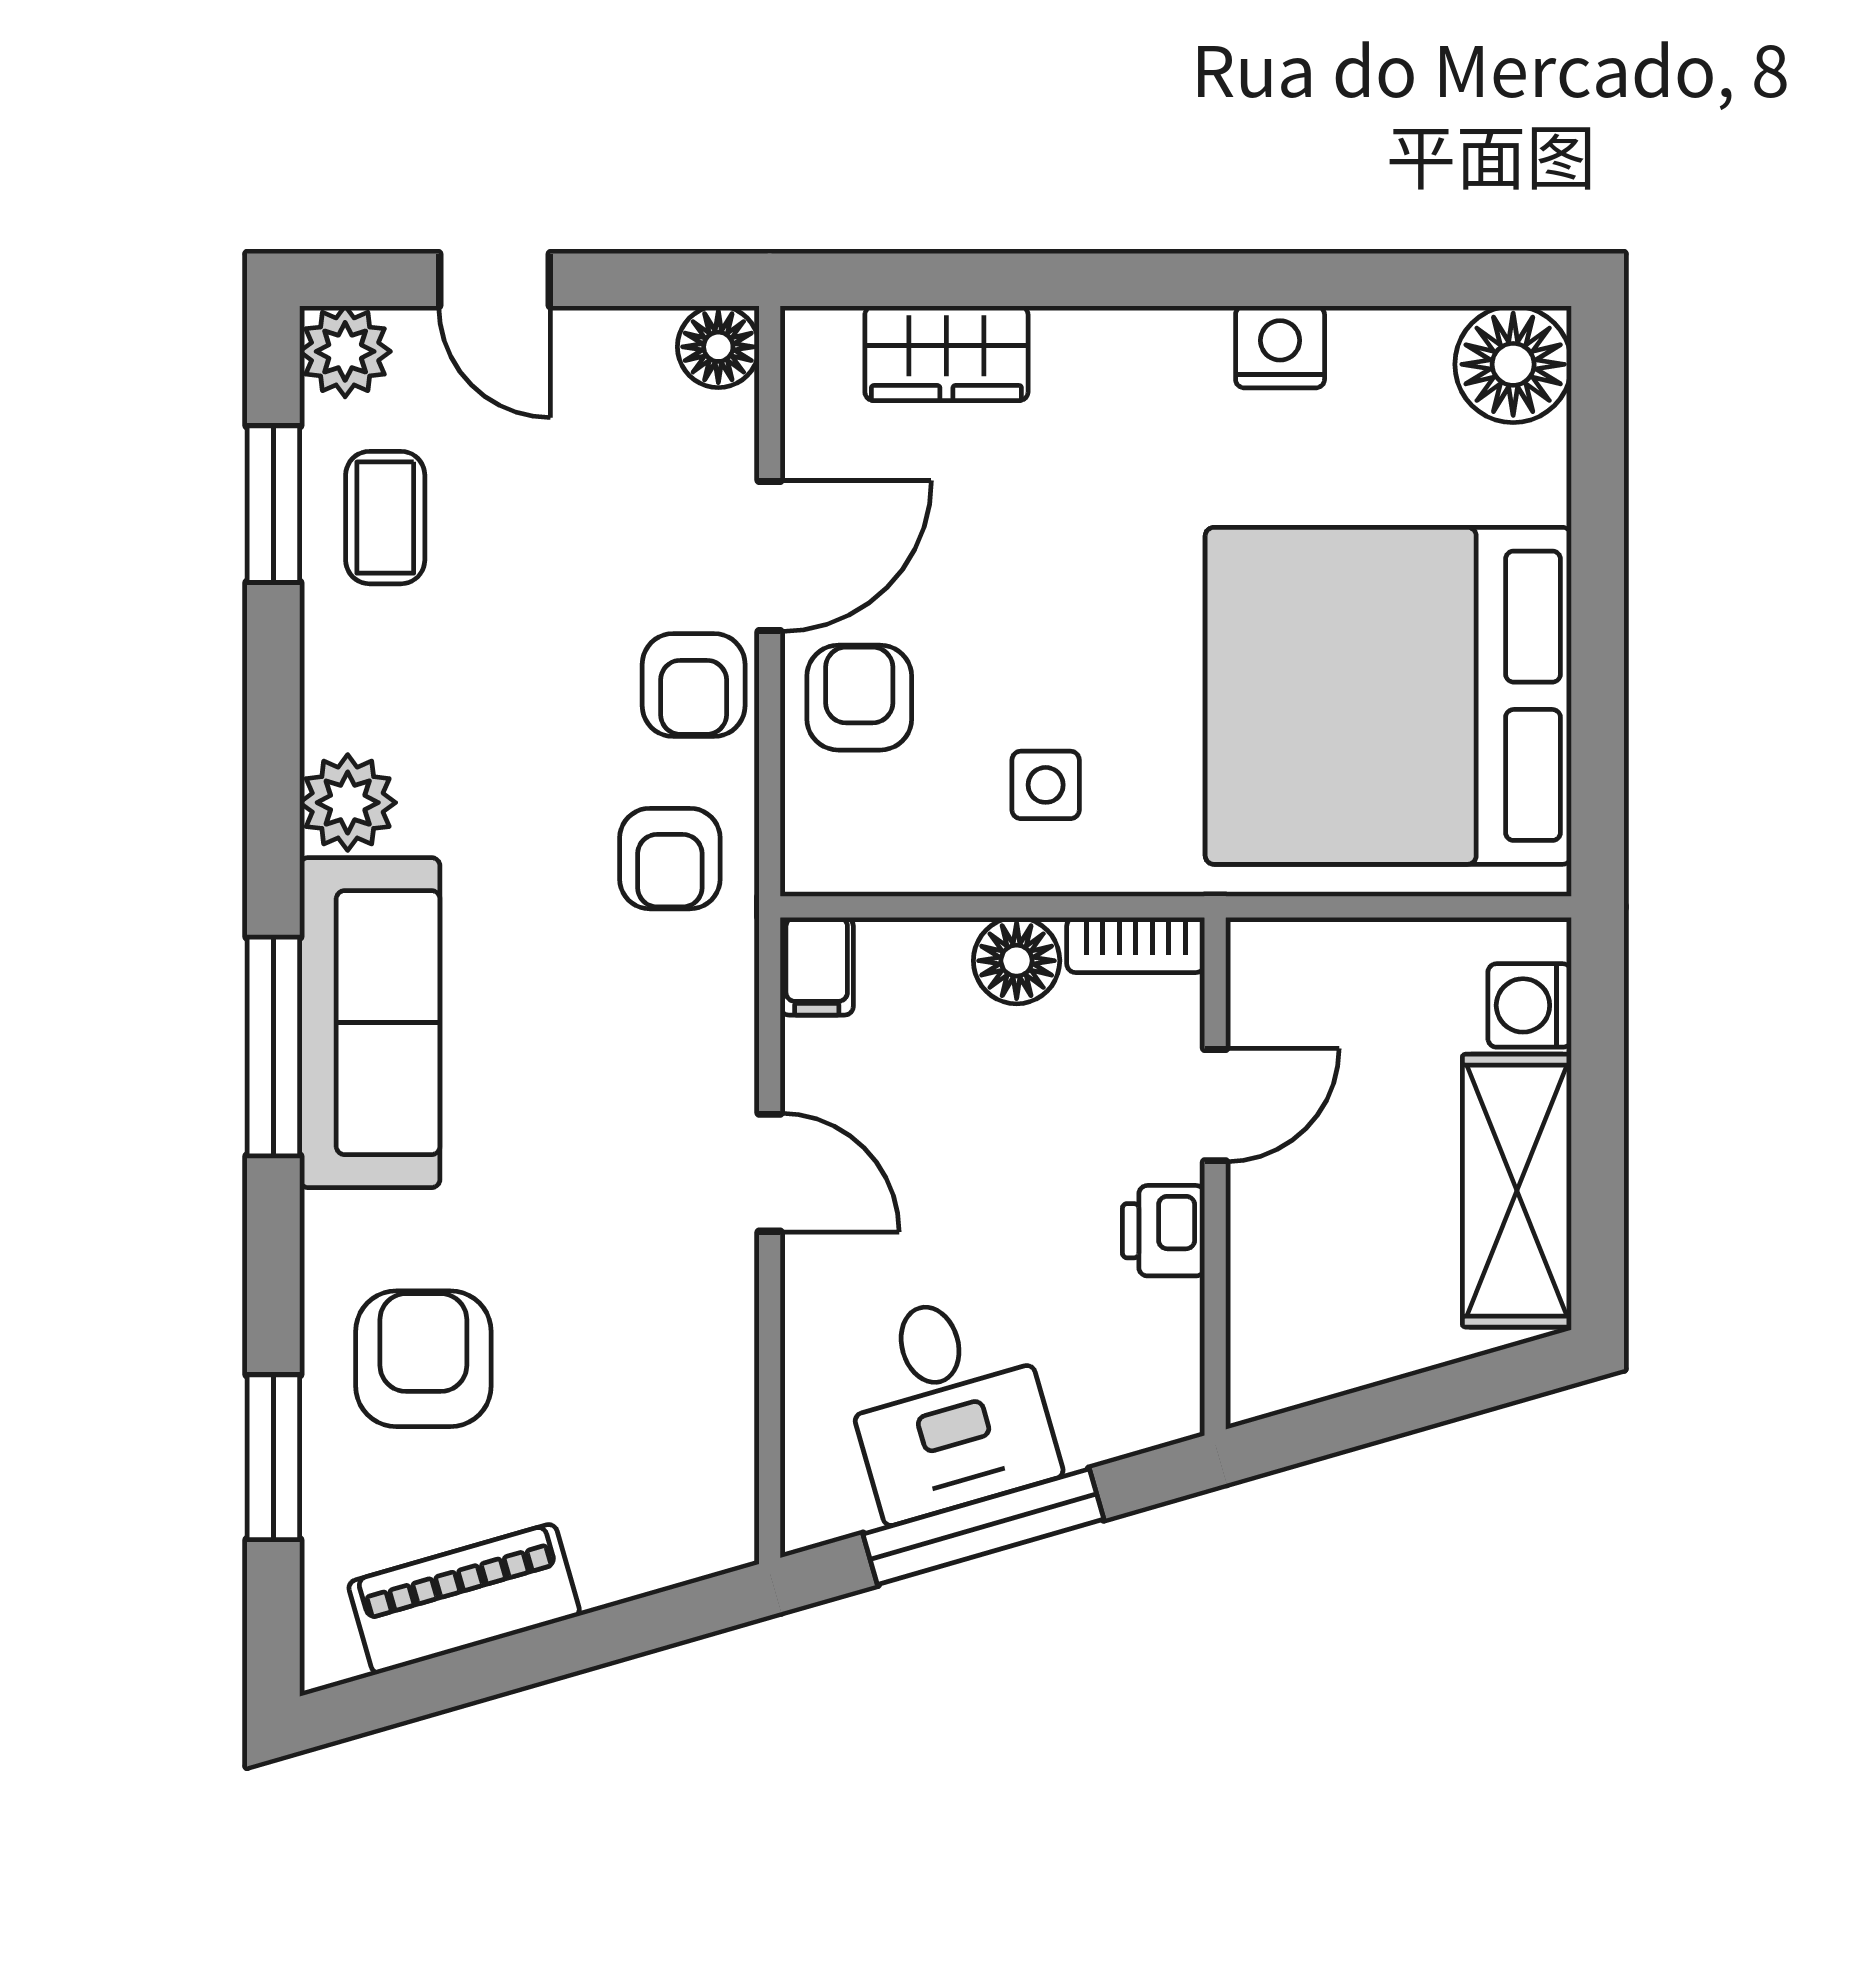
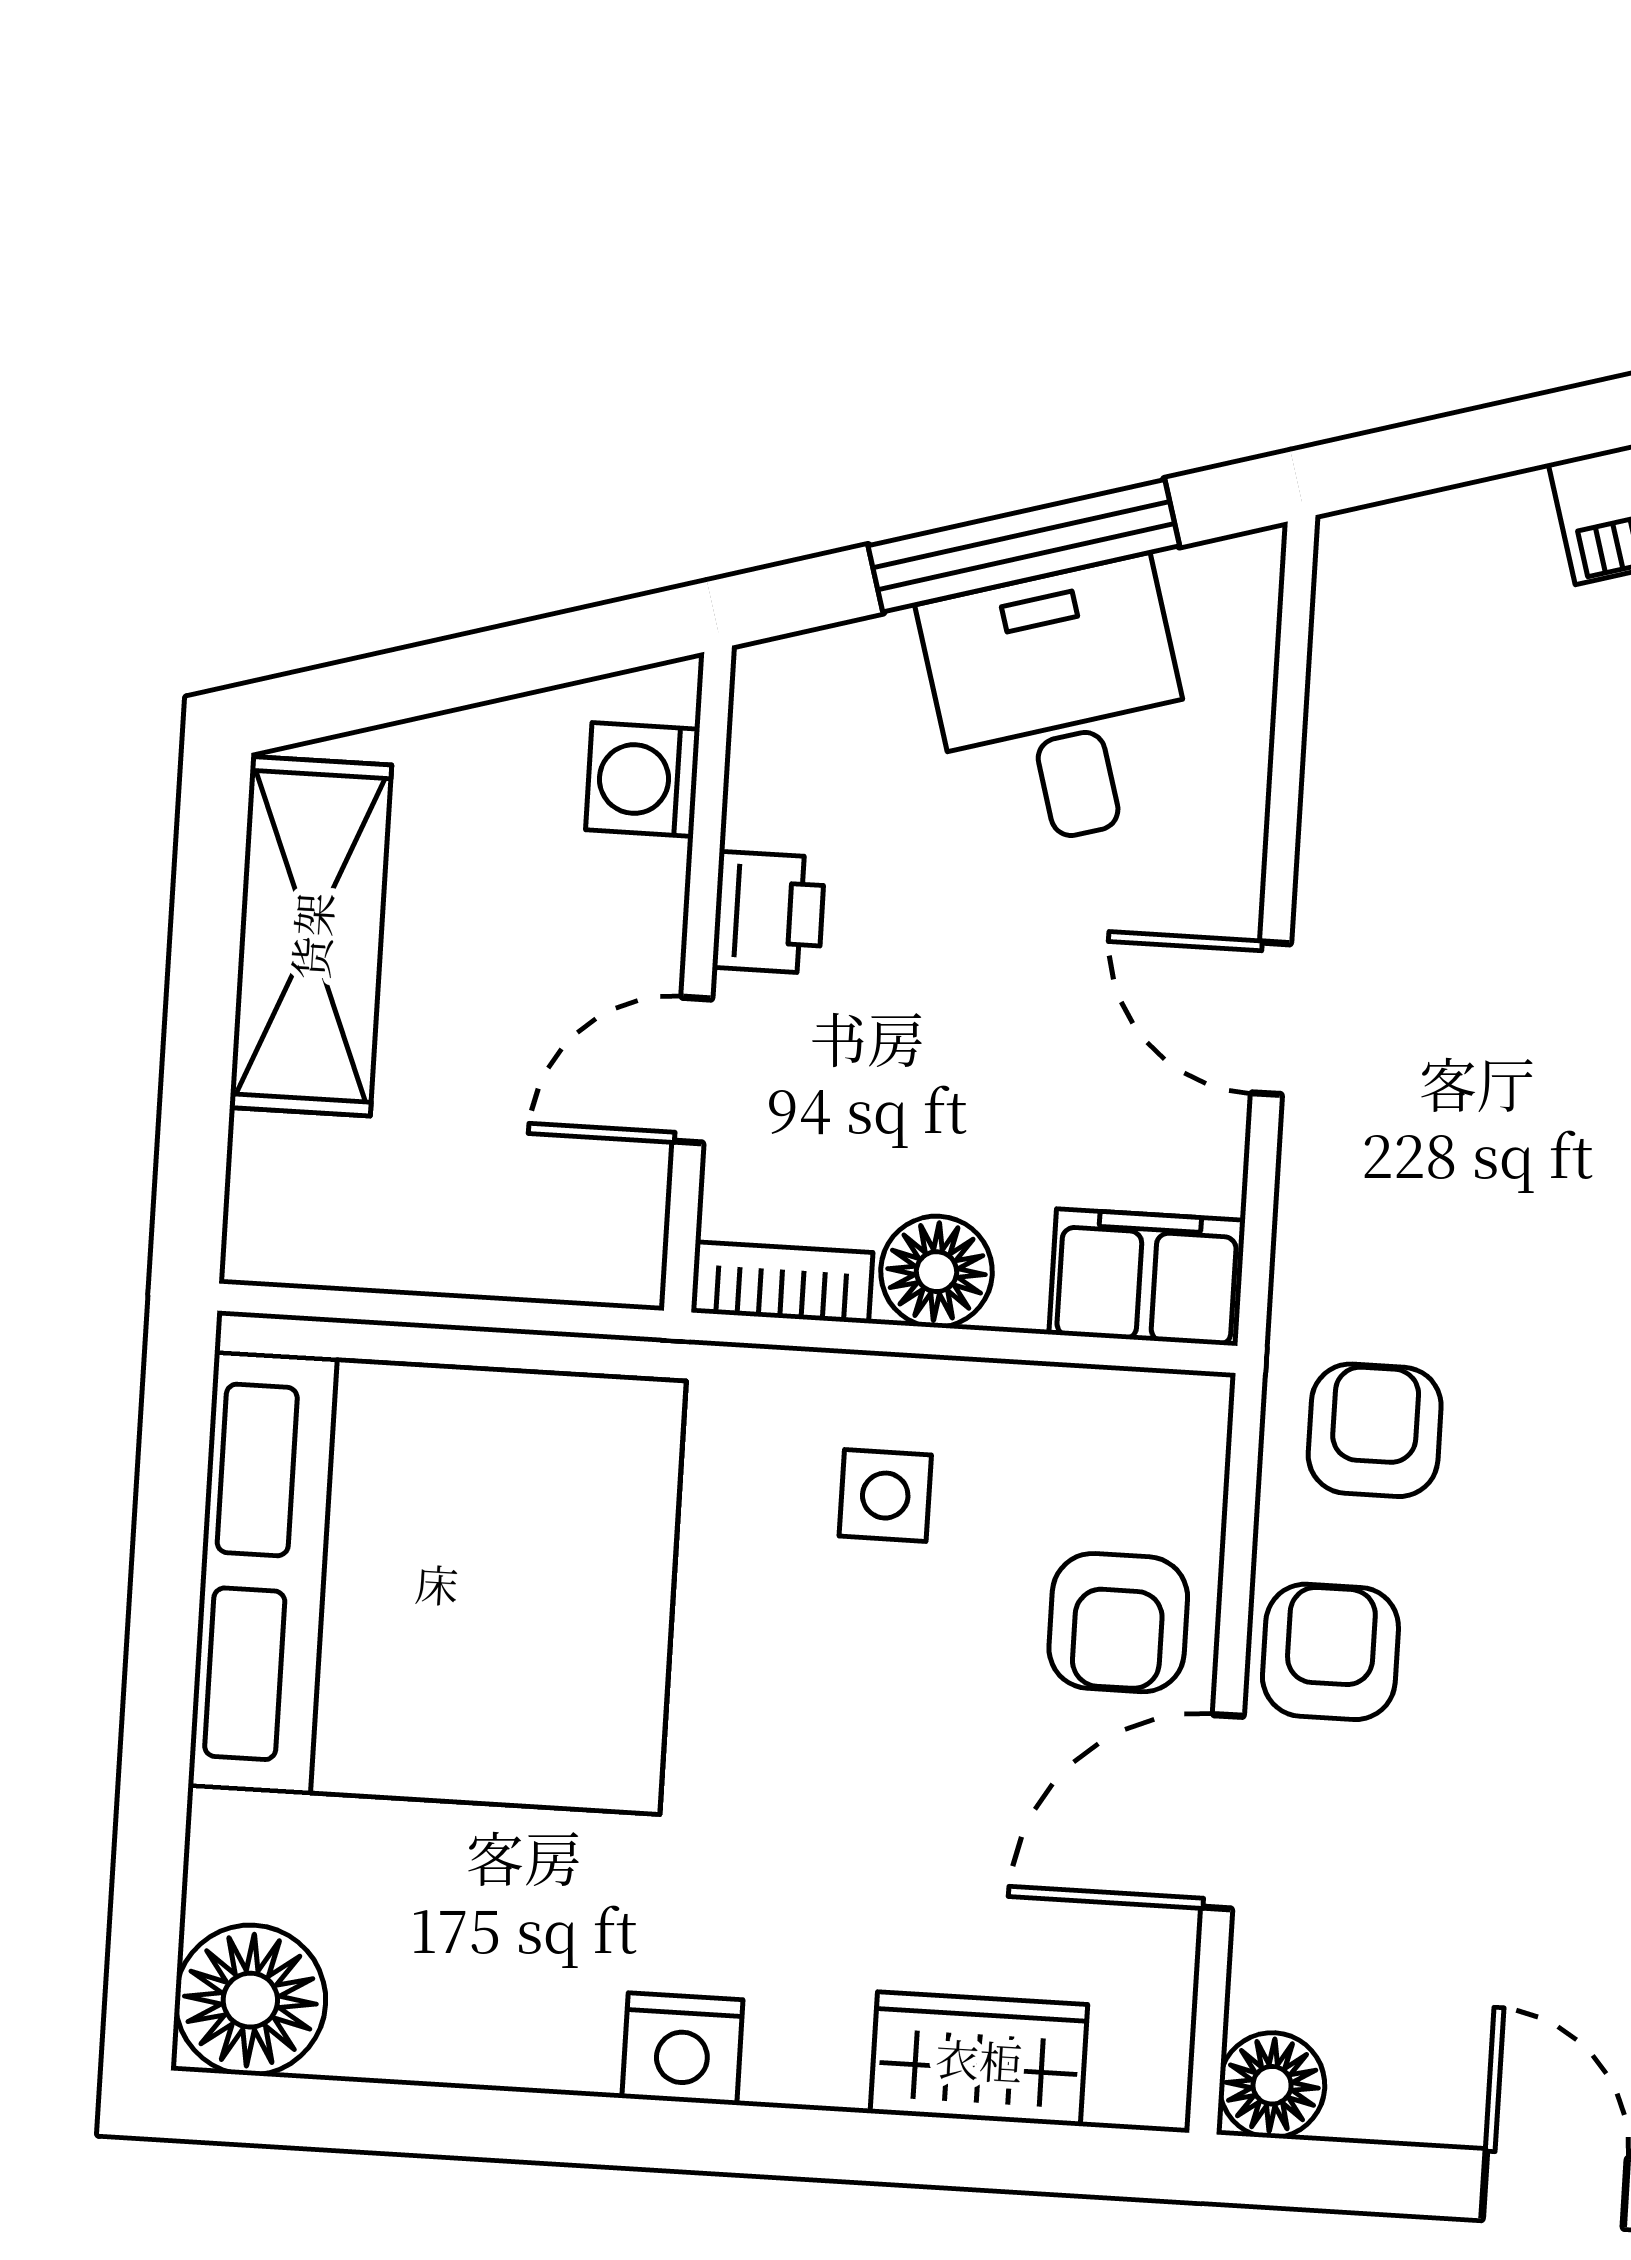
nightstand: (1280, 347) -> (682, 2049), moved
filing cabinet: (817, 966) -> (1147, 1277), width x2.00
washing machine: (1530, 1005) -> (643, 780), moved, turned 180

